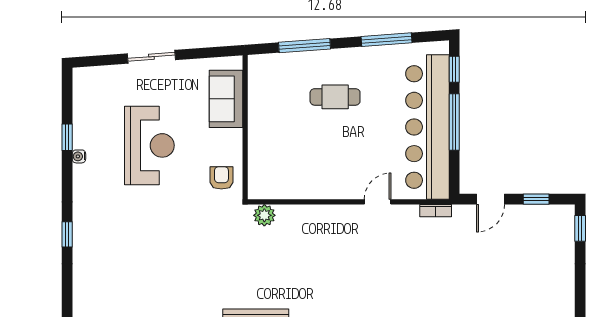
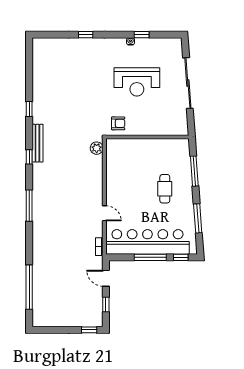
sliding door: (151, 57) -> (188, 83), width x1.86
sofa: (226, 99) -> (164, 126), removed

